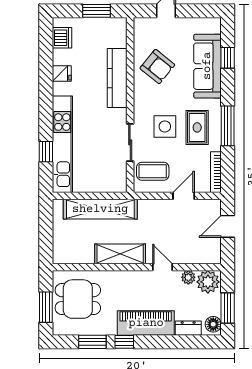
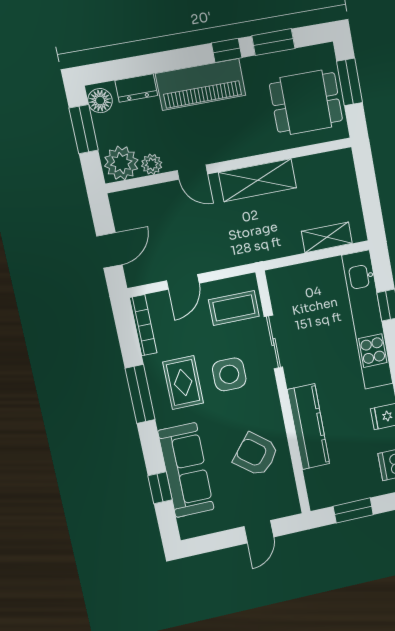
shelving: (100, 209) -> (327, 237), width x0.45, depth x0.75

